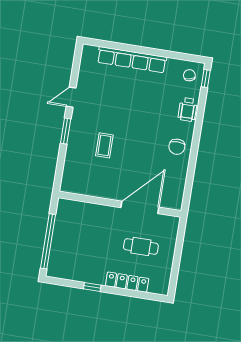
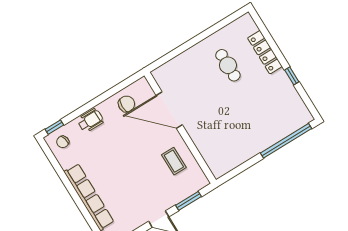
coffee table: (104, 145) -> (174, 161), turned 90
wall: (120, 204) -> (180, 128), moved
door: (140, 207) -> (169, 110), moved

